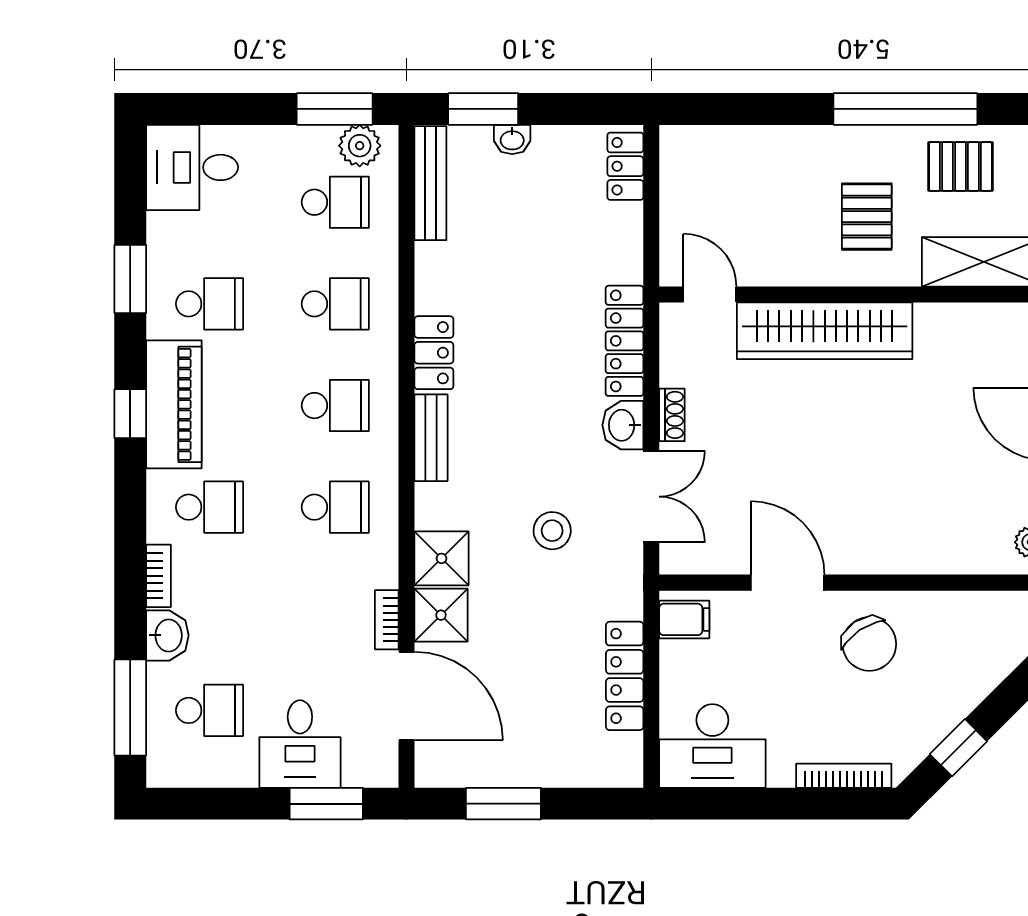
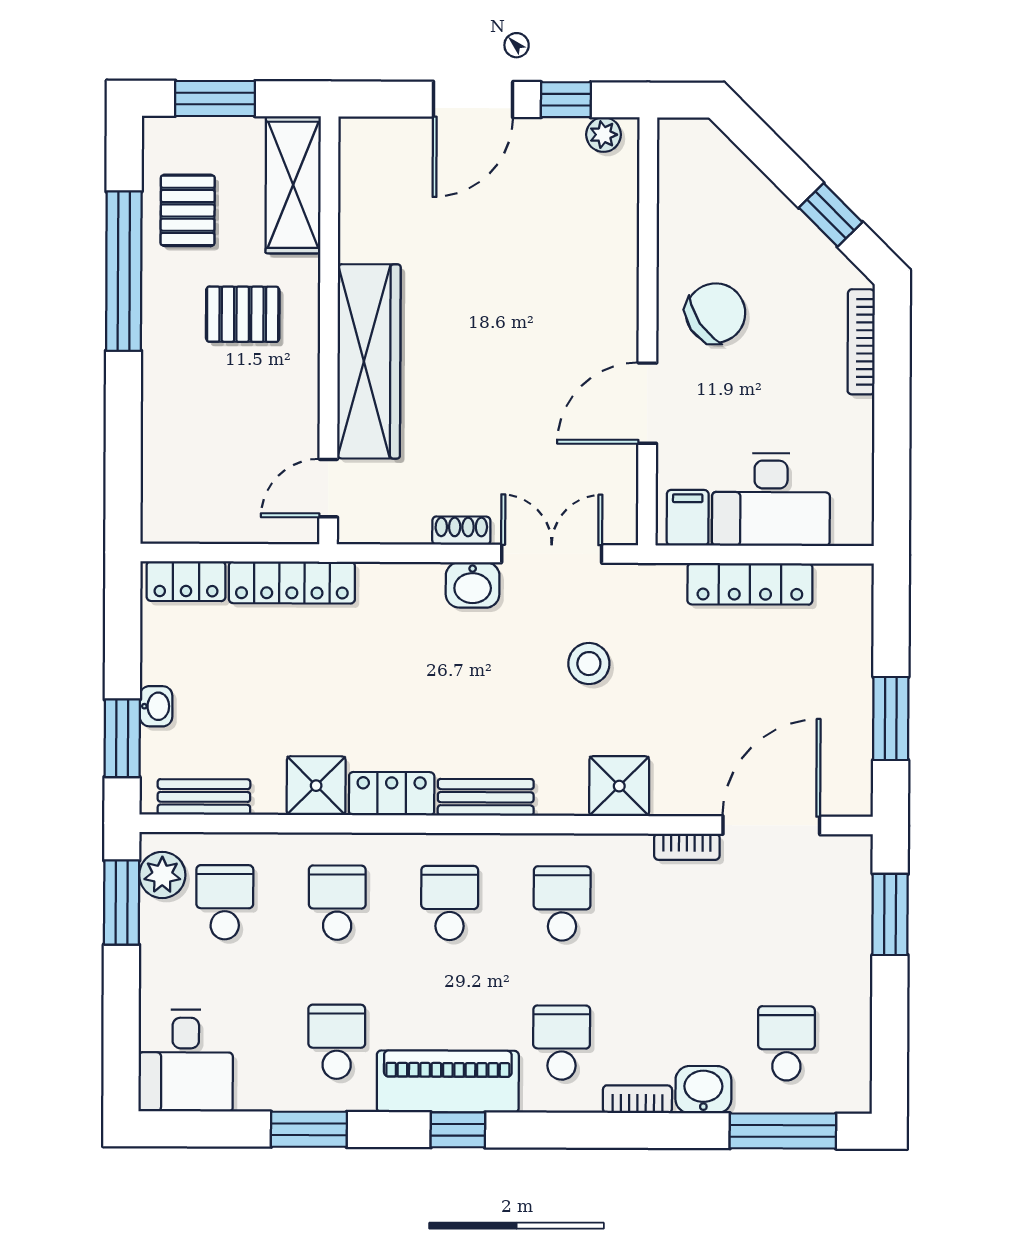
bench: (430, 183) -> (204, 797), width x0.73
locker: (624, 341) -> (292, 582), moved
shower: (441, 615) -> (316, 786), moved
desk: (300, 744) -> (824, 943), removed
desk: (712, 746) -> (771, 500), moved, turned 90

